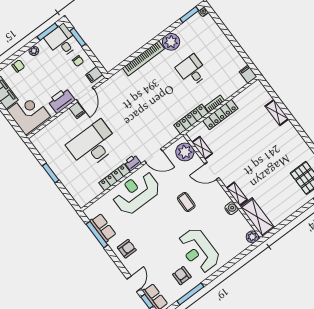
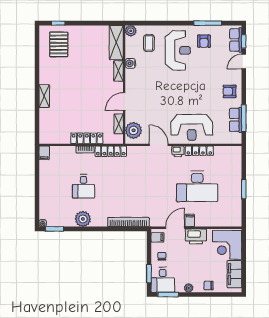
bookcase: (143, 58) -> (128, 222), moved
shelving: (277, 113) -> (44, 96), moved
door: (212, 171) -> (124, 102), swing flipped
coffee table: (186, 202) -> (149, 43), moved

